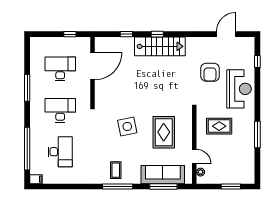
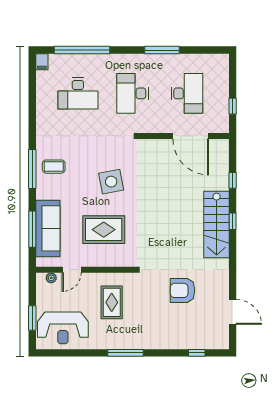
reception desk: (239, 89) -> (63, 328), moved
desk: (60, 110) -> (132, 93), turned 180
window: (257, 135) -> (125, 353), moved

